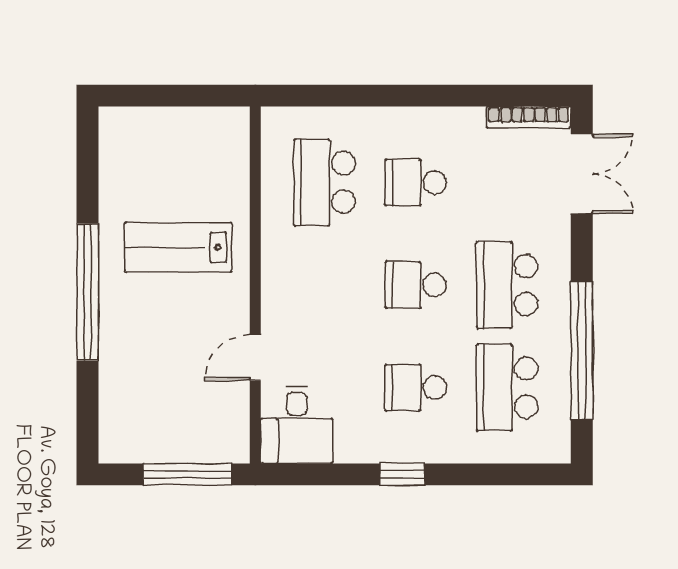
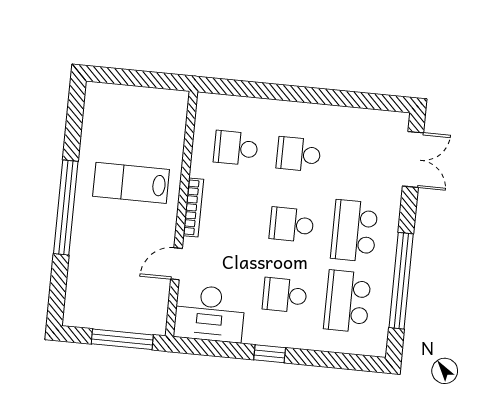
bookcase: (529, 117) -> (193, 208), moved, turned -90
school desk: (325, 182) -> (236, 148), width x0.54
desk: (297, 425) -> (210, 313), width x1.37

